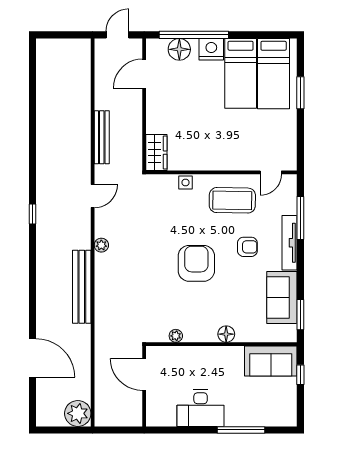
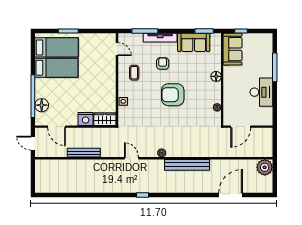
nightstand: (211, 49) -> (86, 119), moved, turned -90
bench: (102, 137) -> (84, 153), moved
coffee table: (232, 200) -> (134, 73), width x0.54, depth x0.58

